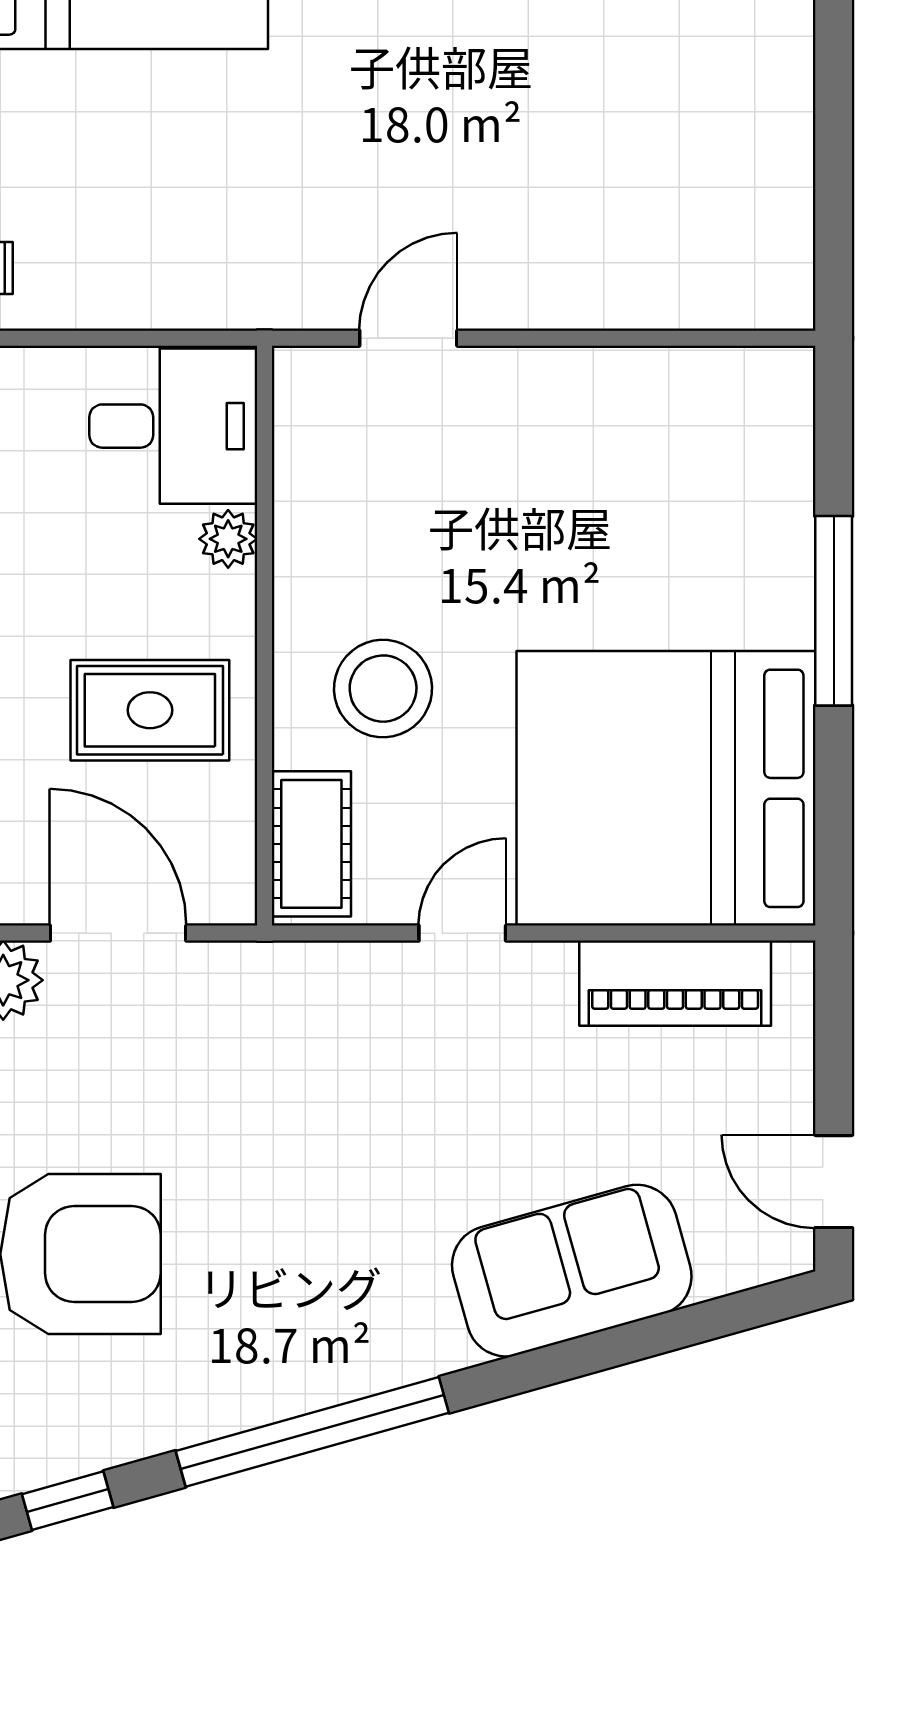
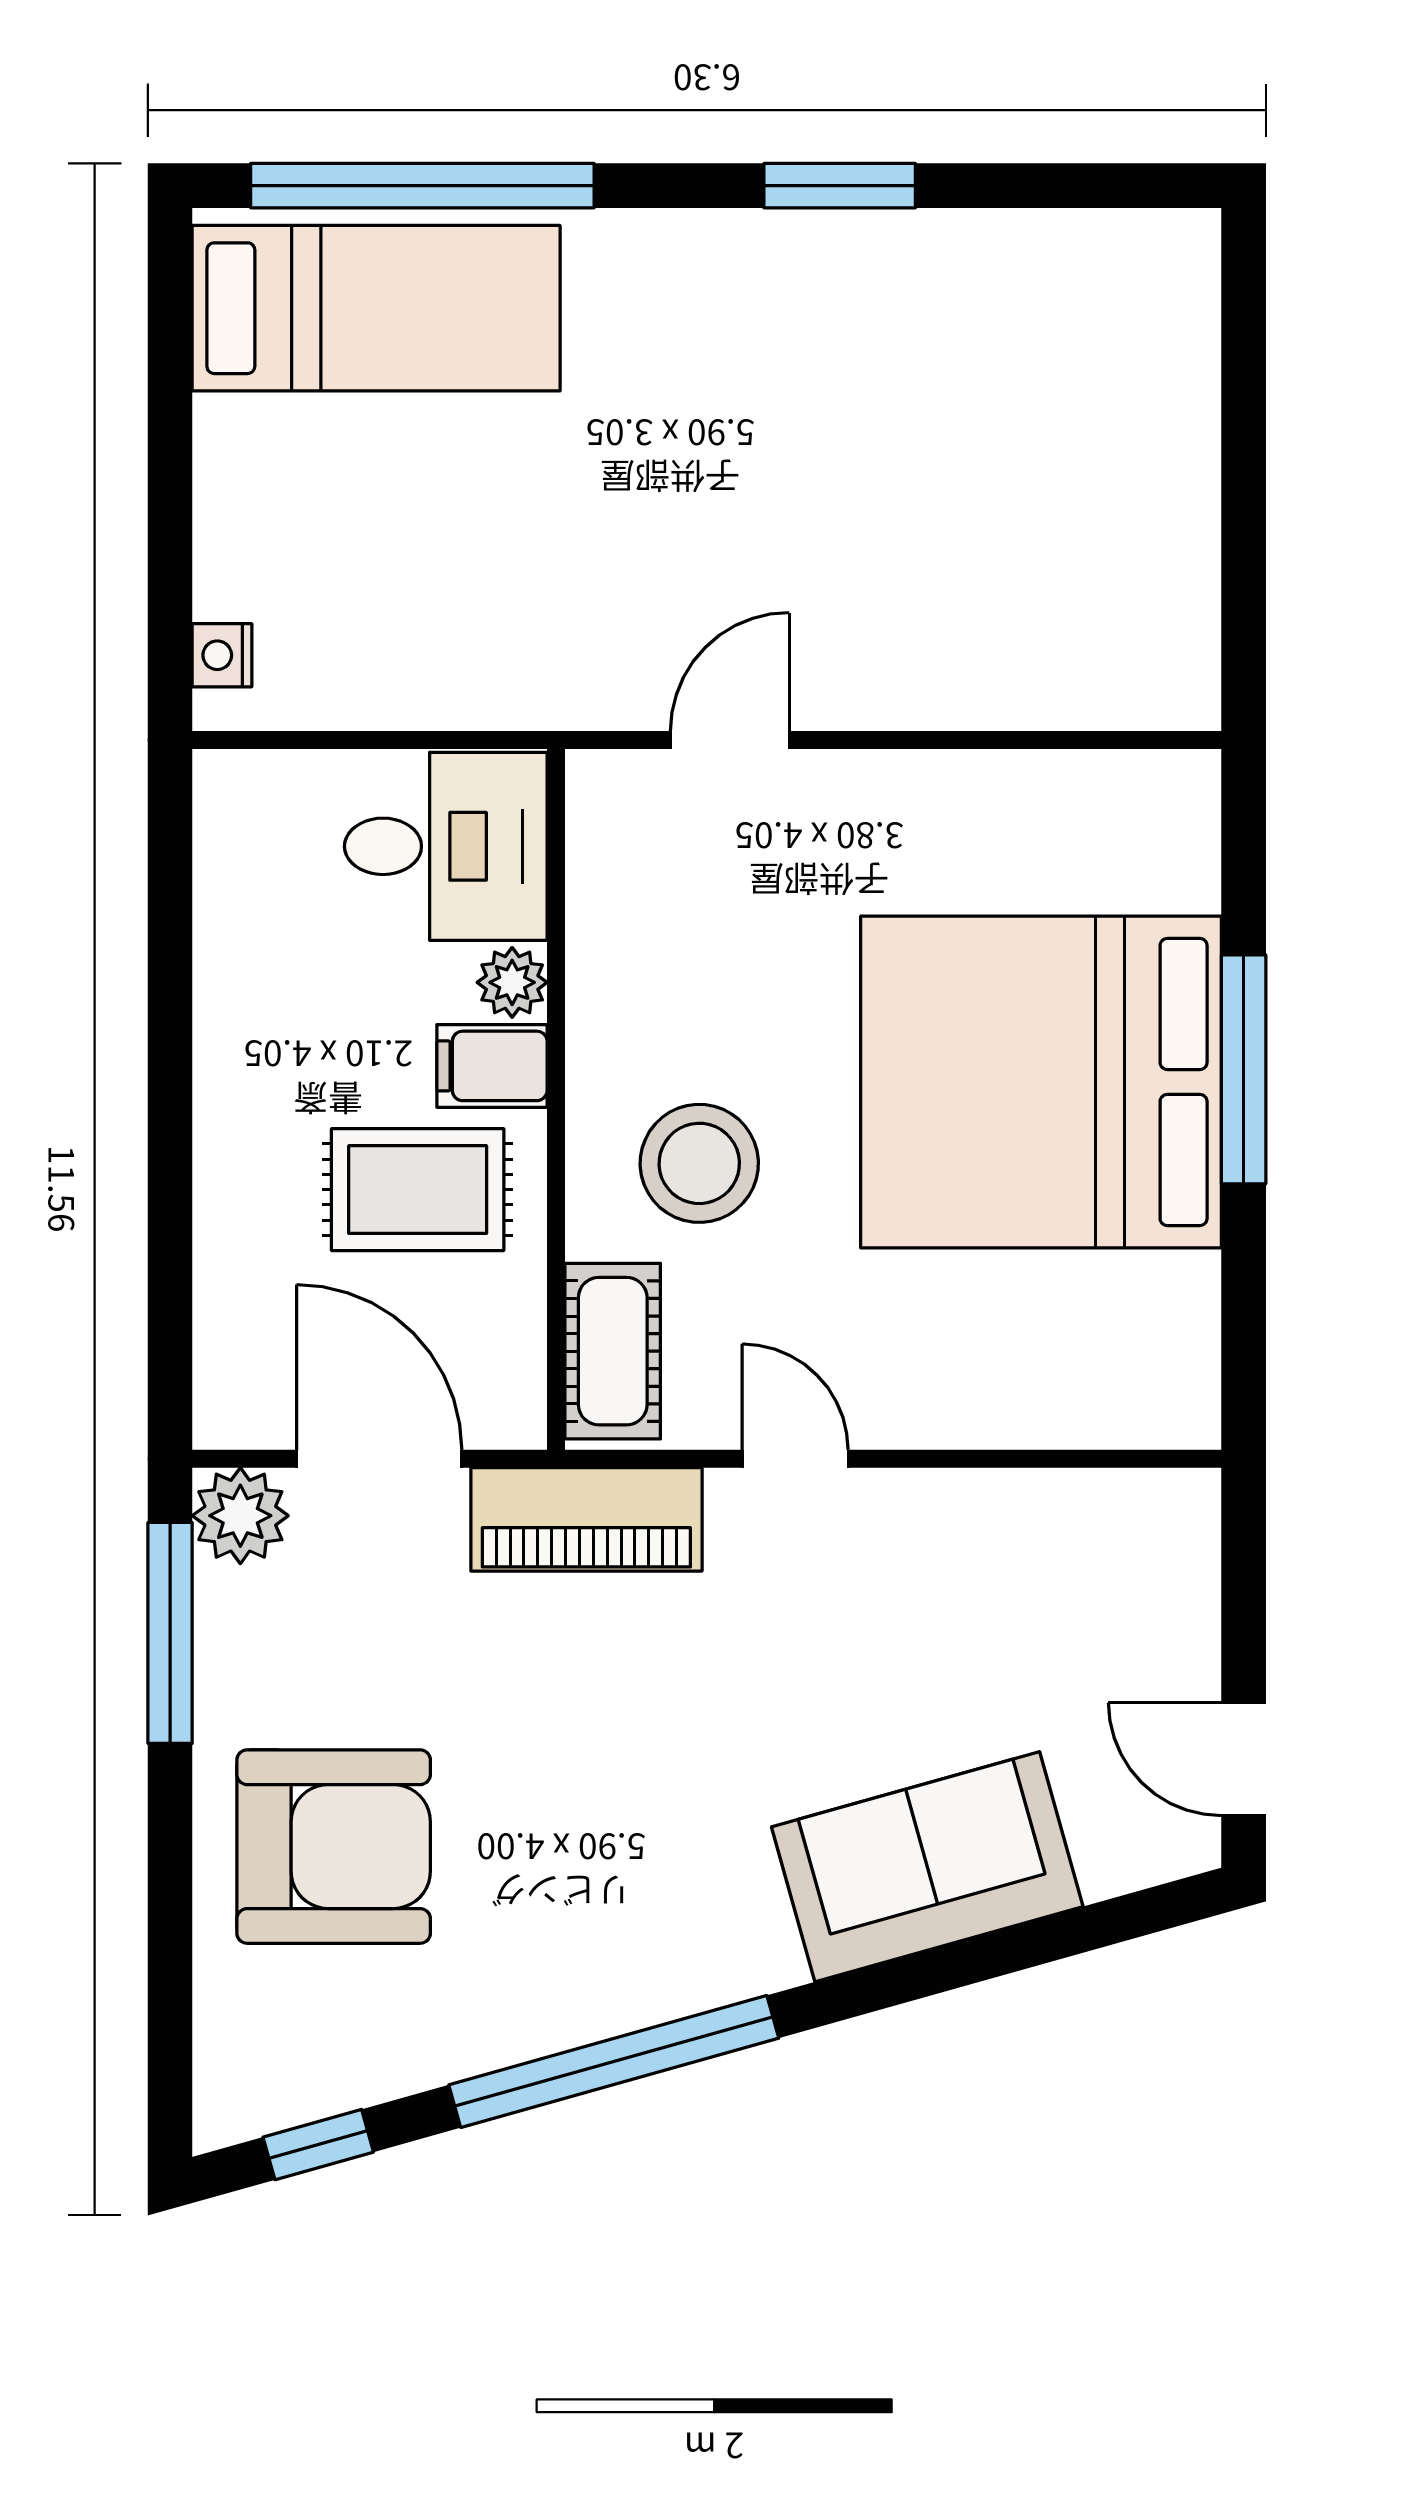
filing cabinet: (211, 608) -> (492, 1066), added
bed: (666, 788) -> (1041, 1082), moved
door: (462, 933) -> (795, 1459), hinge flipped
piano: (675, 983) -> (586, 1519), moved

